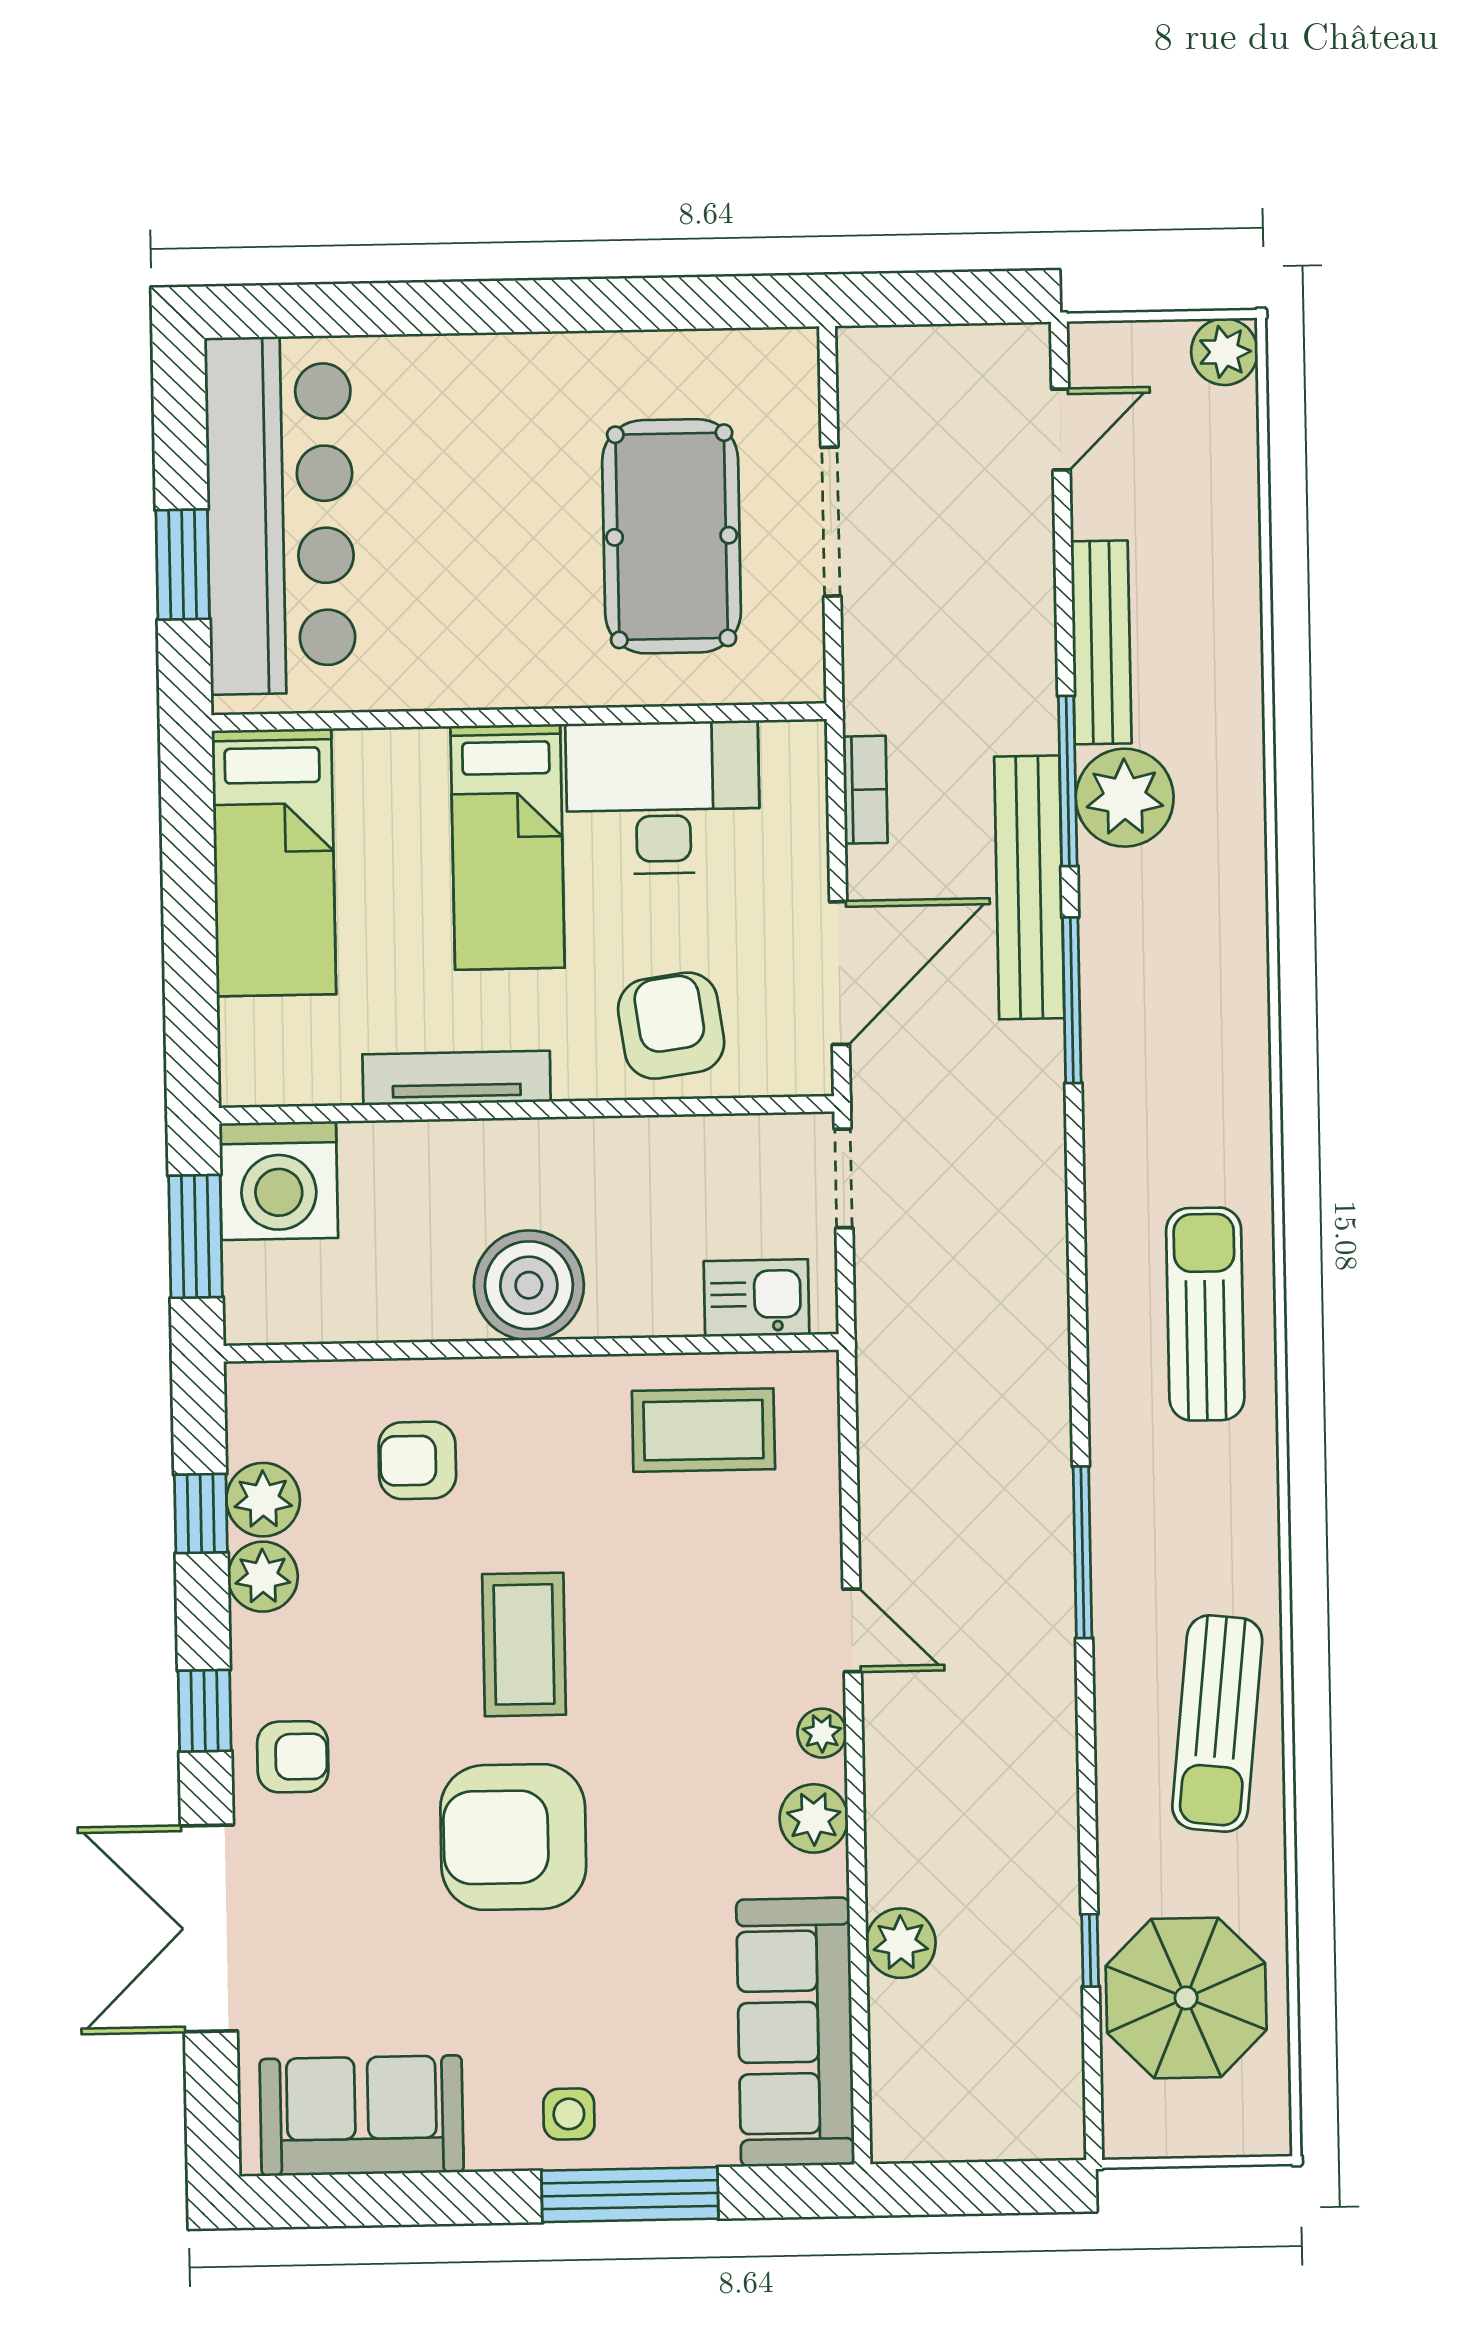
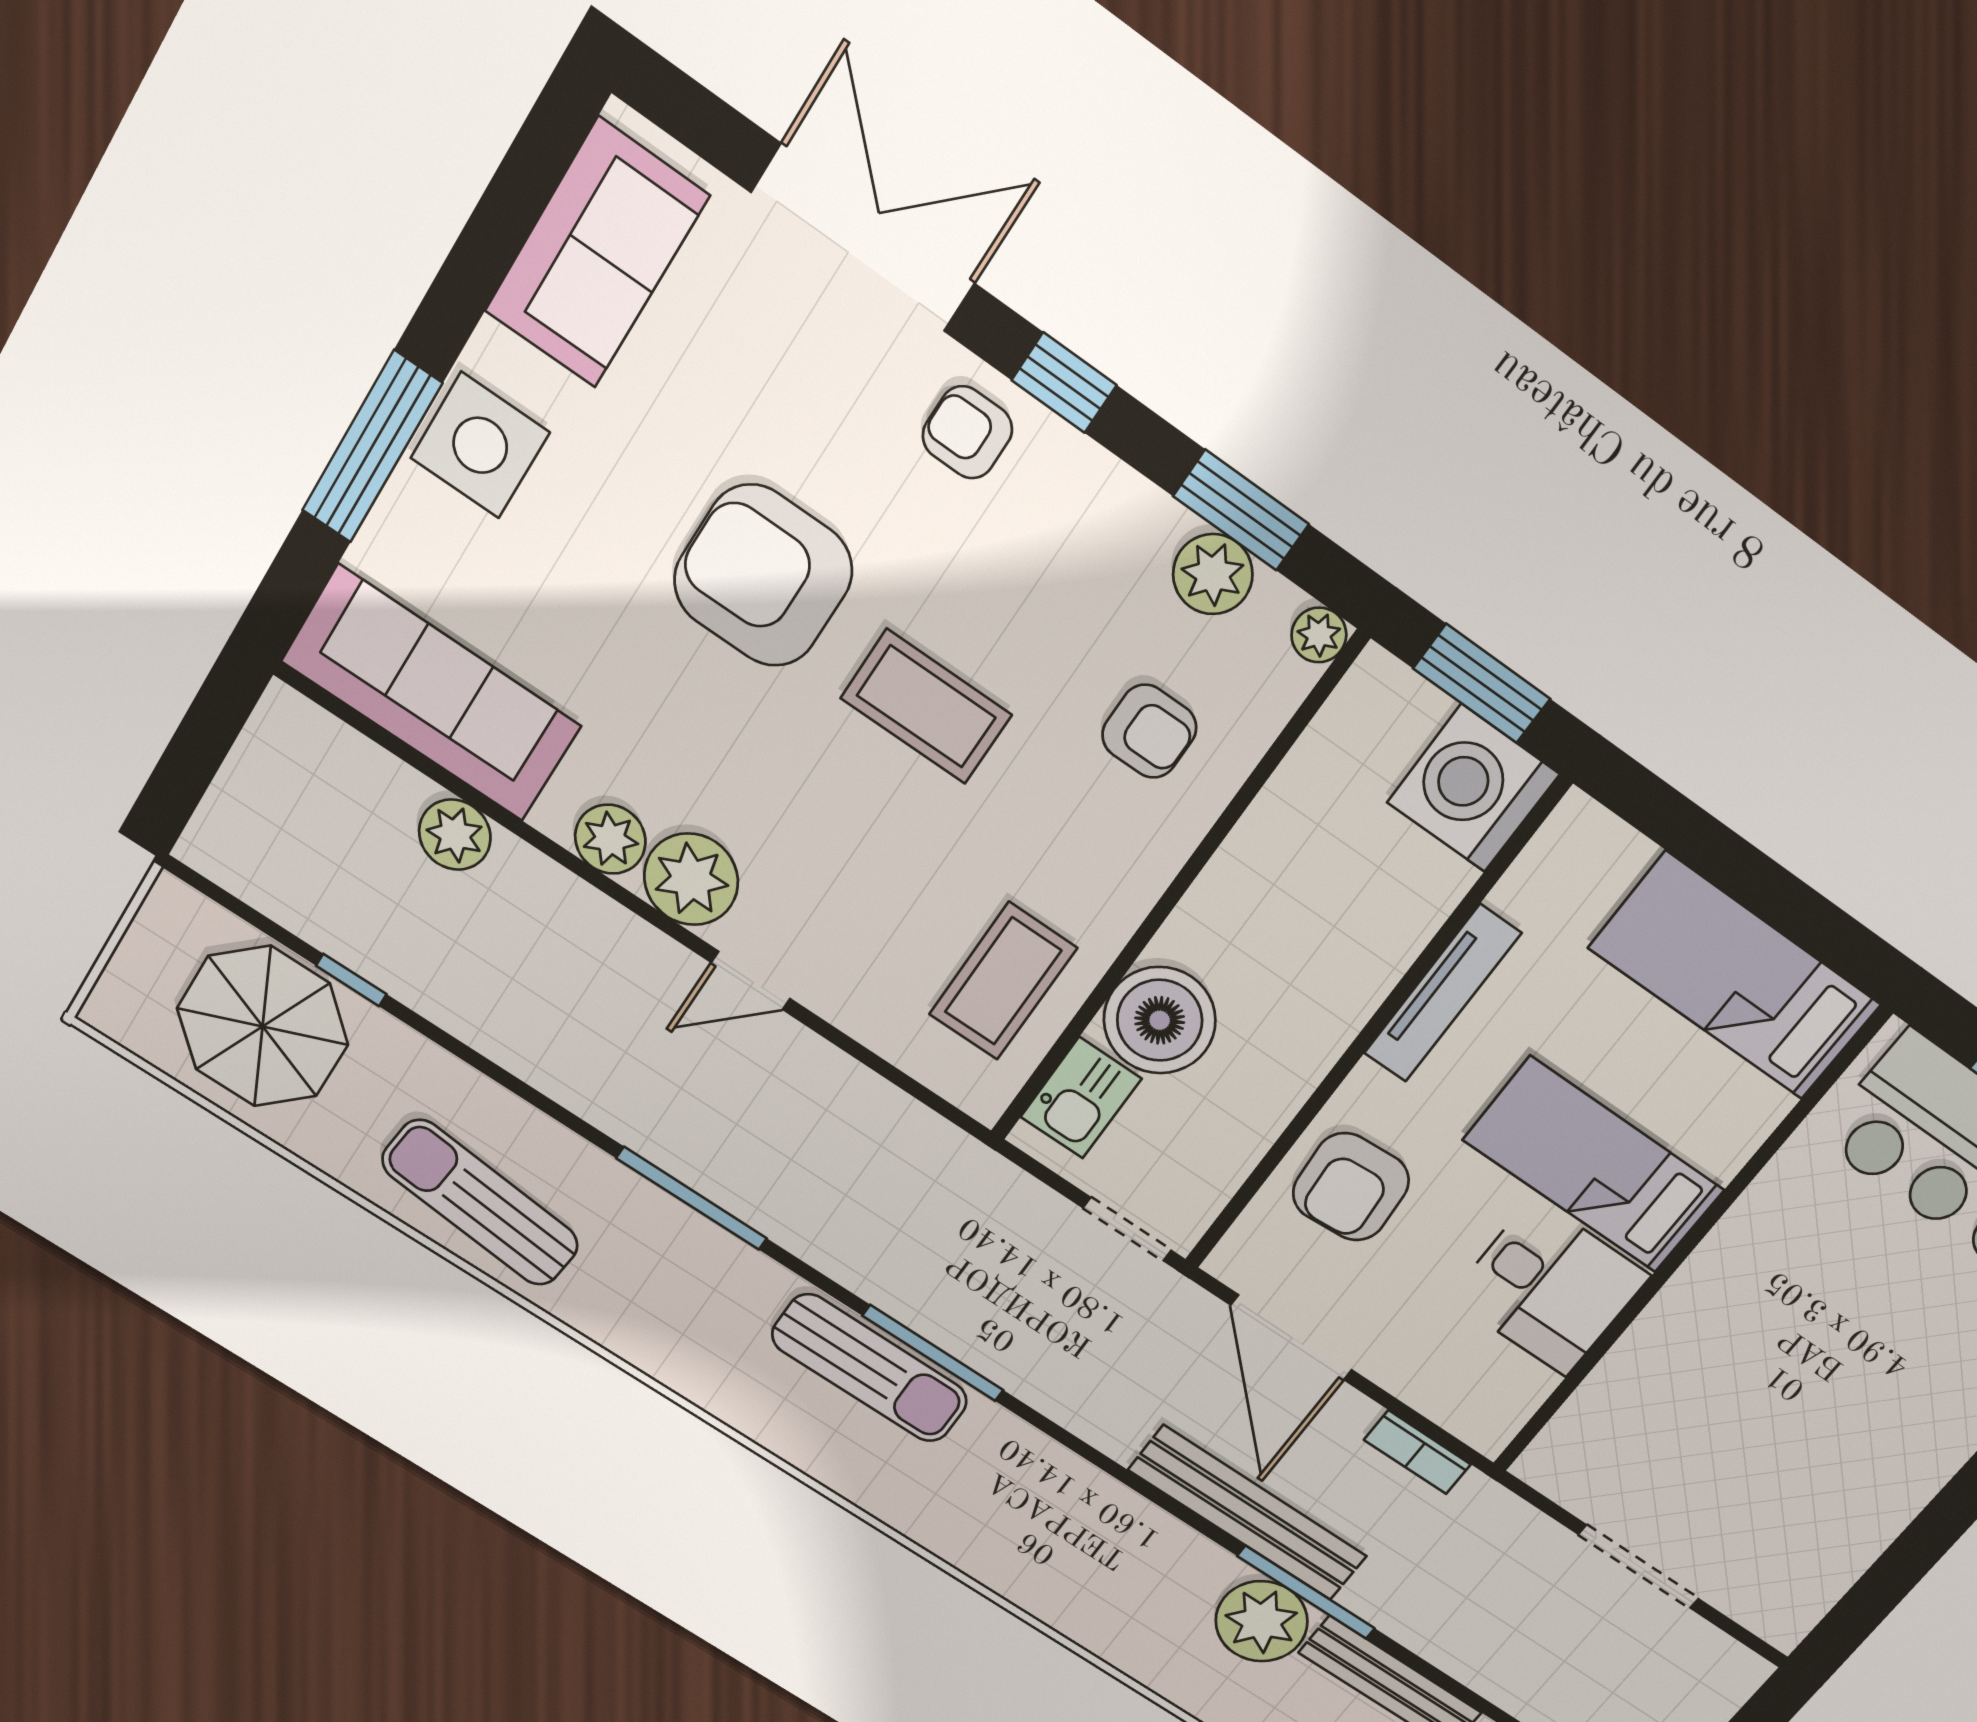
pool table: (672, 536) -> (1726, 1451), removed
desk: (663, 798) -> (1550, 1287), width x0.73
window: (1072, 1000) -> (933, 1353), moved
armchair: (671, 1026) -> (1351, 1187), turned 94
boiler: (529, 1285) -> (1160, 1020), moved
sun lounger: (1205, 1314) -> (870, 1368), moved
armchair: (417, 1460) -> (1149, 731), turned 90
window: (201, 1513) -> (1241, 510), width x1.50
plant: (263, 1577) -> (1319, 635), moved, width x0.73, depth x0.73
plant: (822, 1733) -> (691, 879), width x1.87, depth x1.87
armchair: (293, 1757) -> (967, 432), turned 90
armchair: (513, 1837) -> (763, 576), turned -90
side table: (569, 2114) -> (480, 445), width x1.87, depth x1.87

